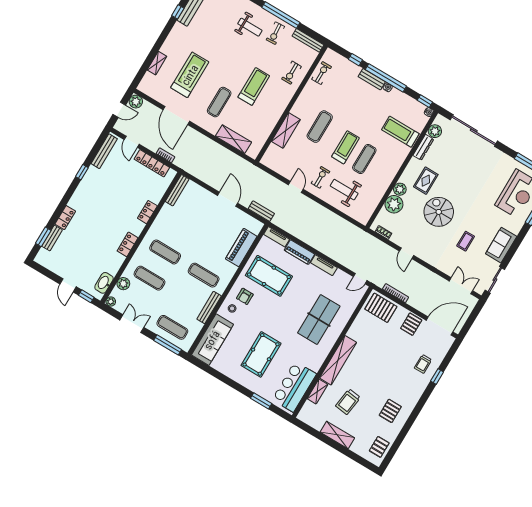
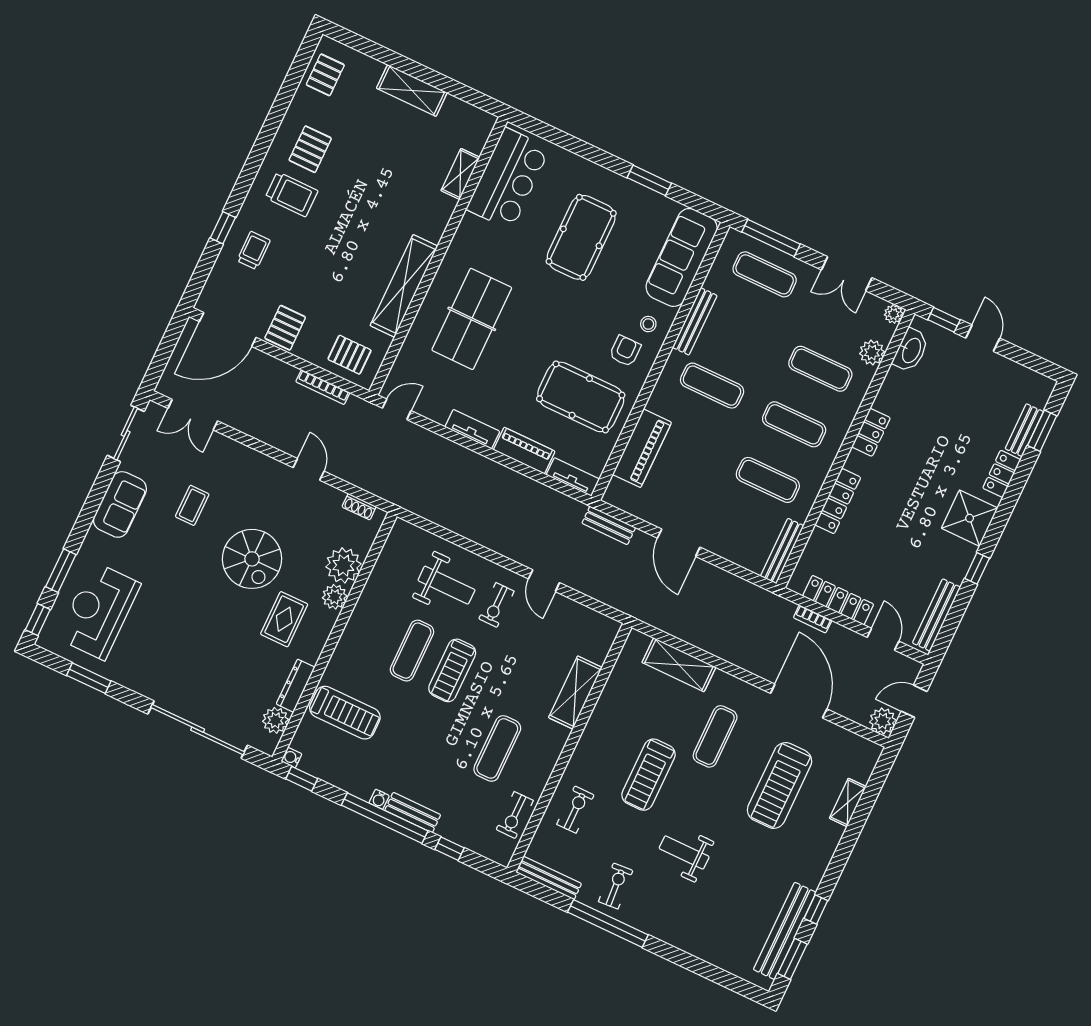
weight bench: (250, 27) -> (684, 852), moved
exercise mat: (320, 127) -> (497, 748), moved
shower: (83, 197) -> (970, 518), added
locker: (147, 212) -> (838, 501), width x1.53
exercise mat: (181, 226) -> (768, 480), added
pallet: (381, 308) -> (350, 355), width x0.67, depth x0.71
shelving: (338, 360) -> (404, 286), moved
window: (261, 401) -> (649, 180), moved
trolley: (348, 402) -> (292, 194), moved, turned 83

